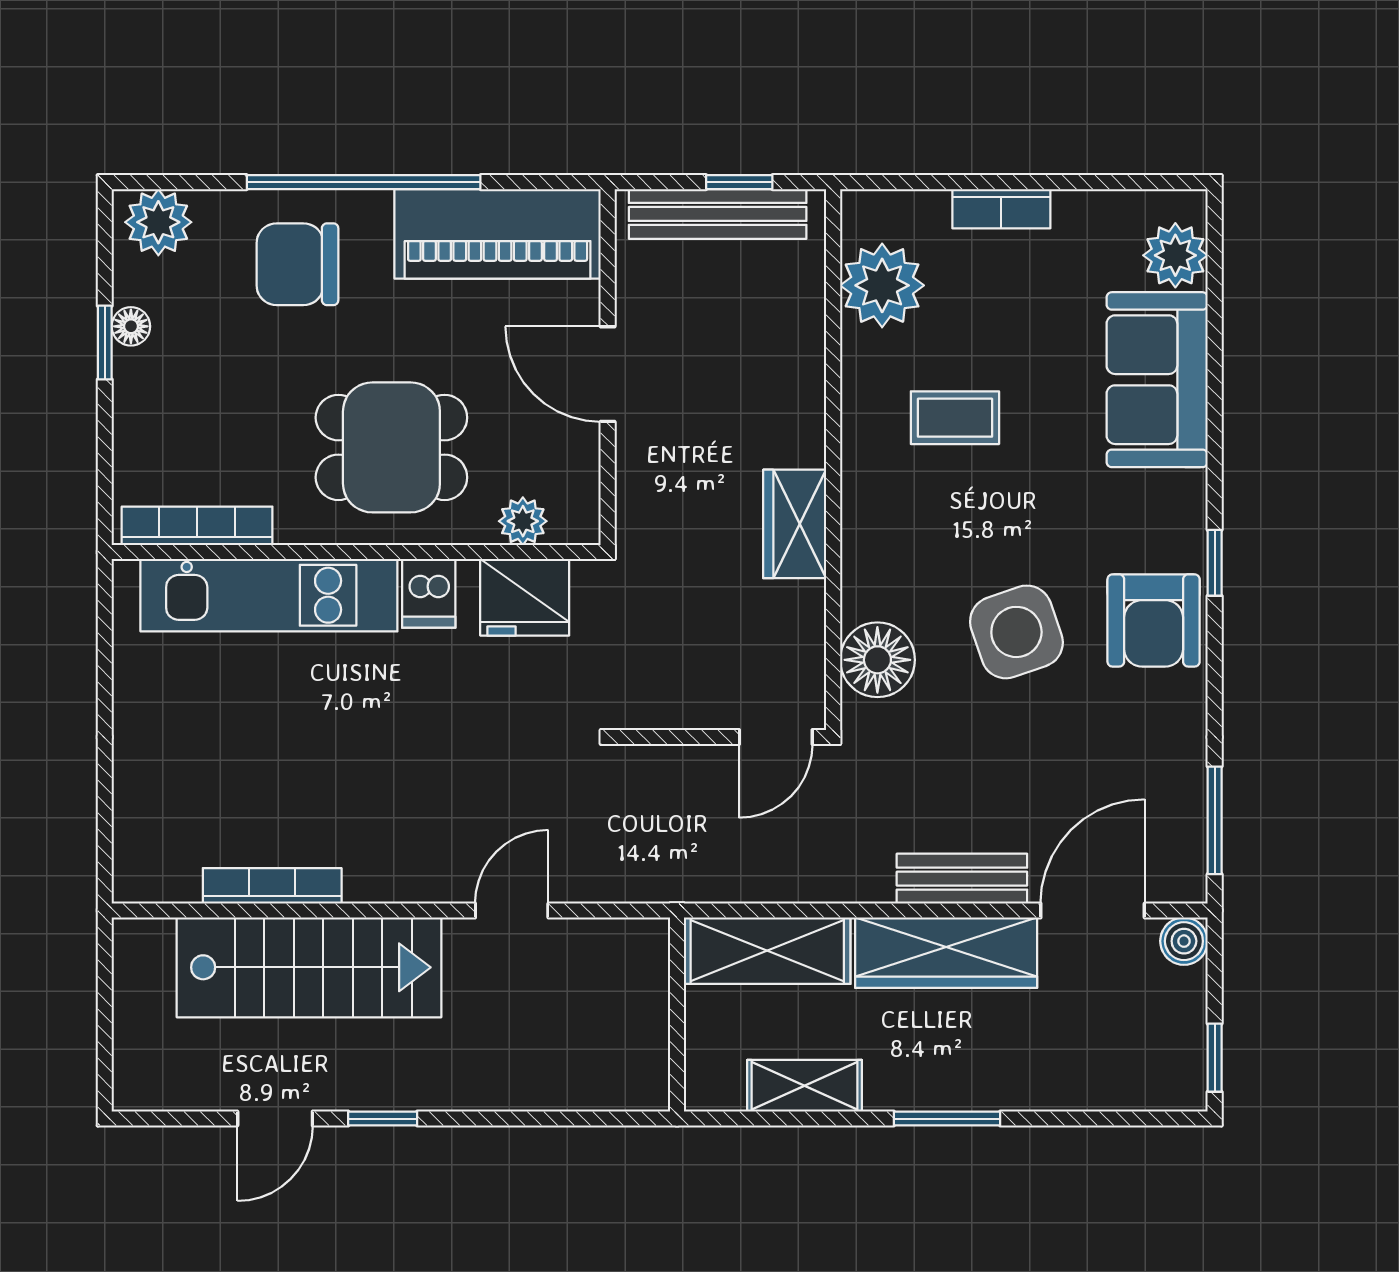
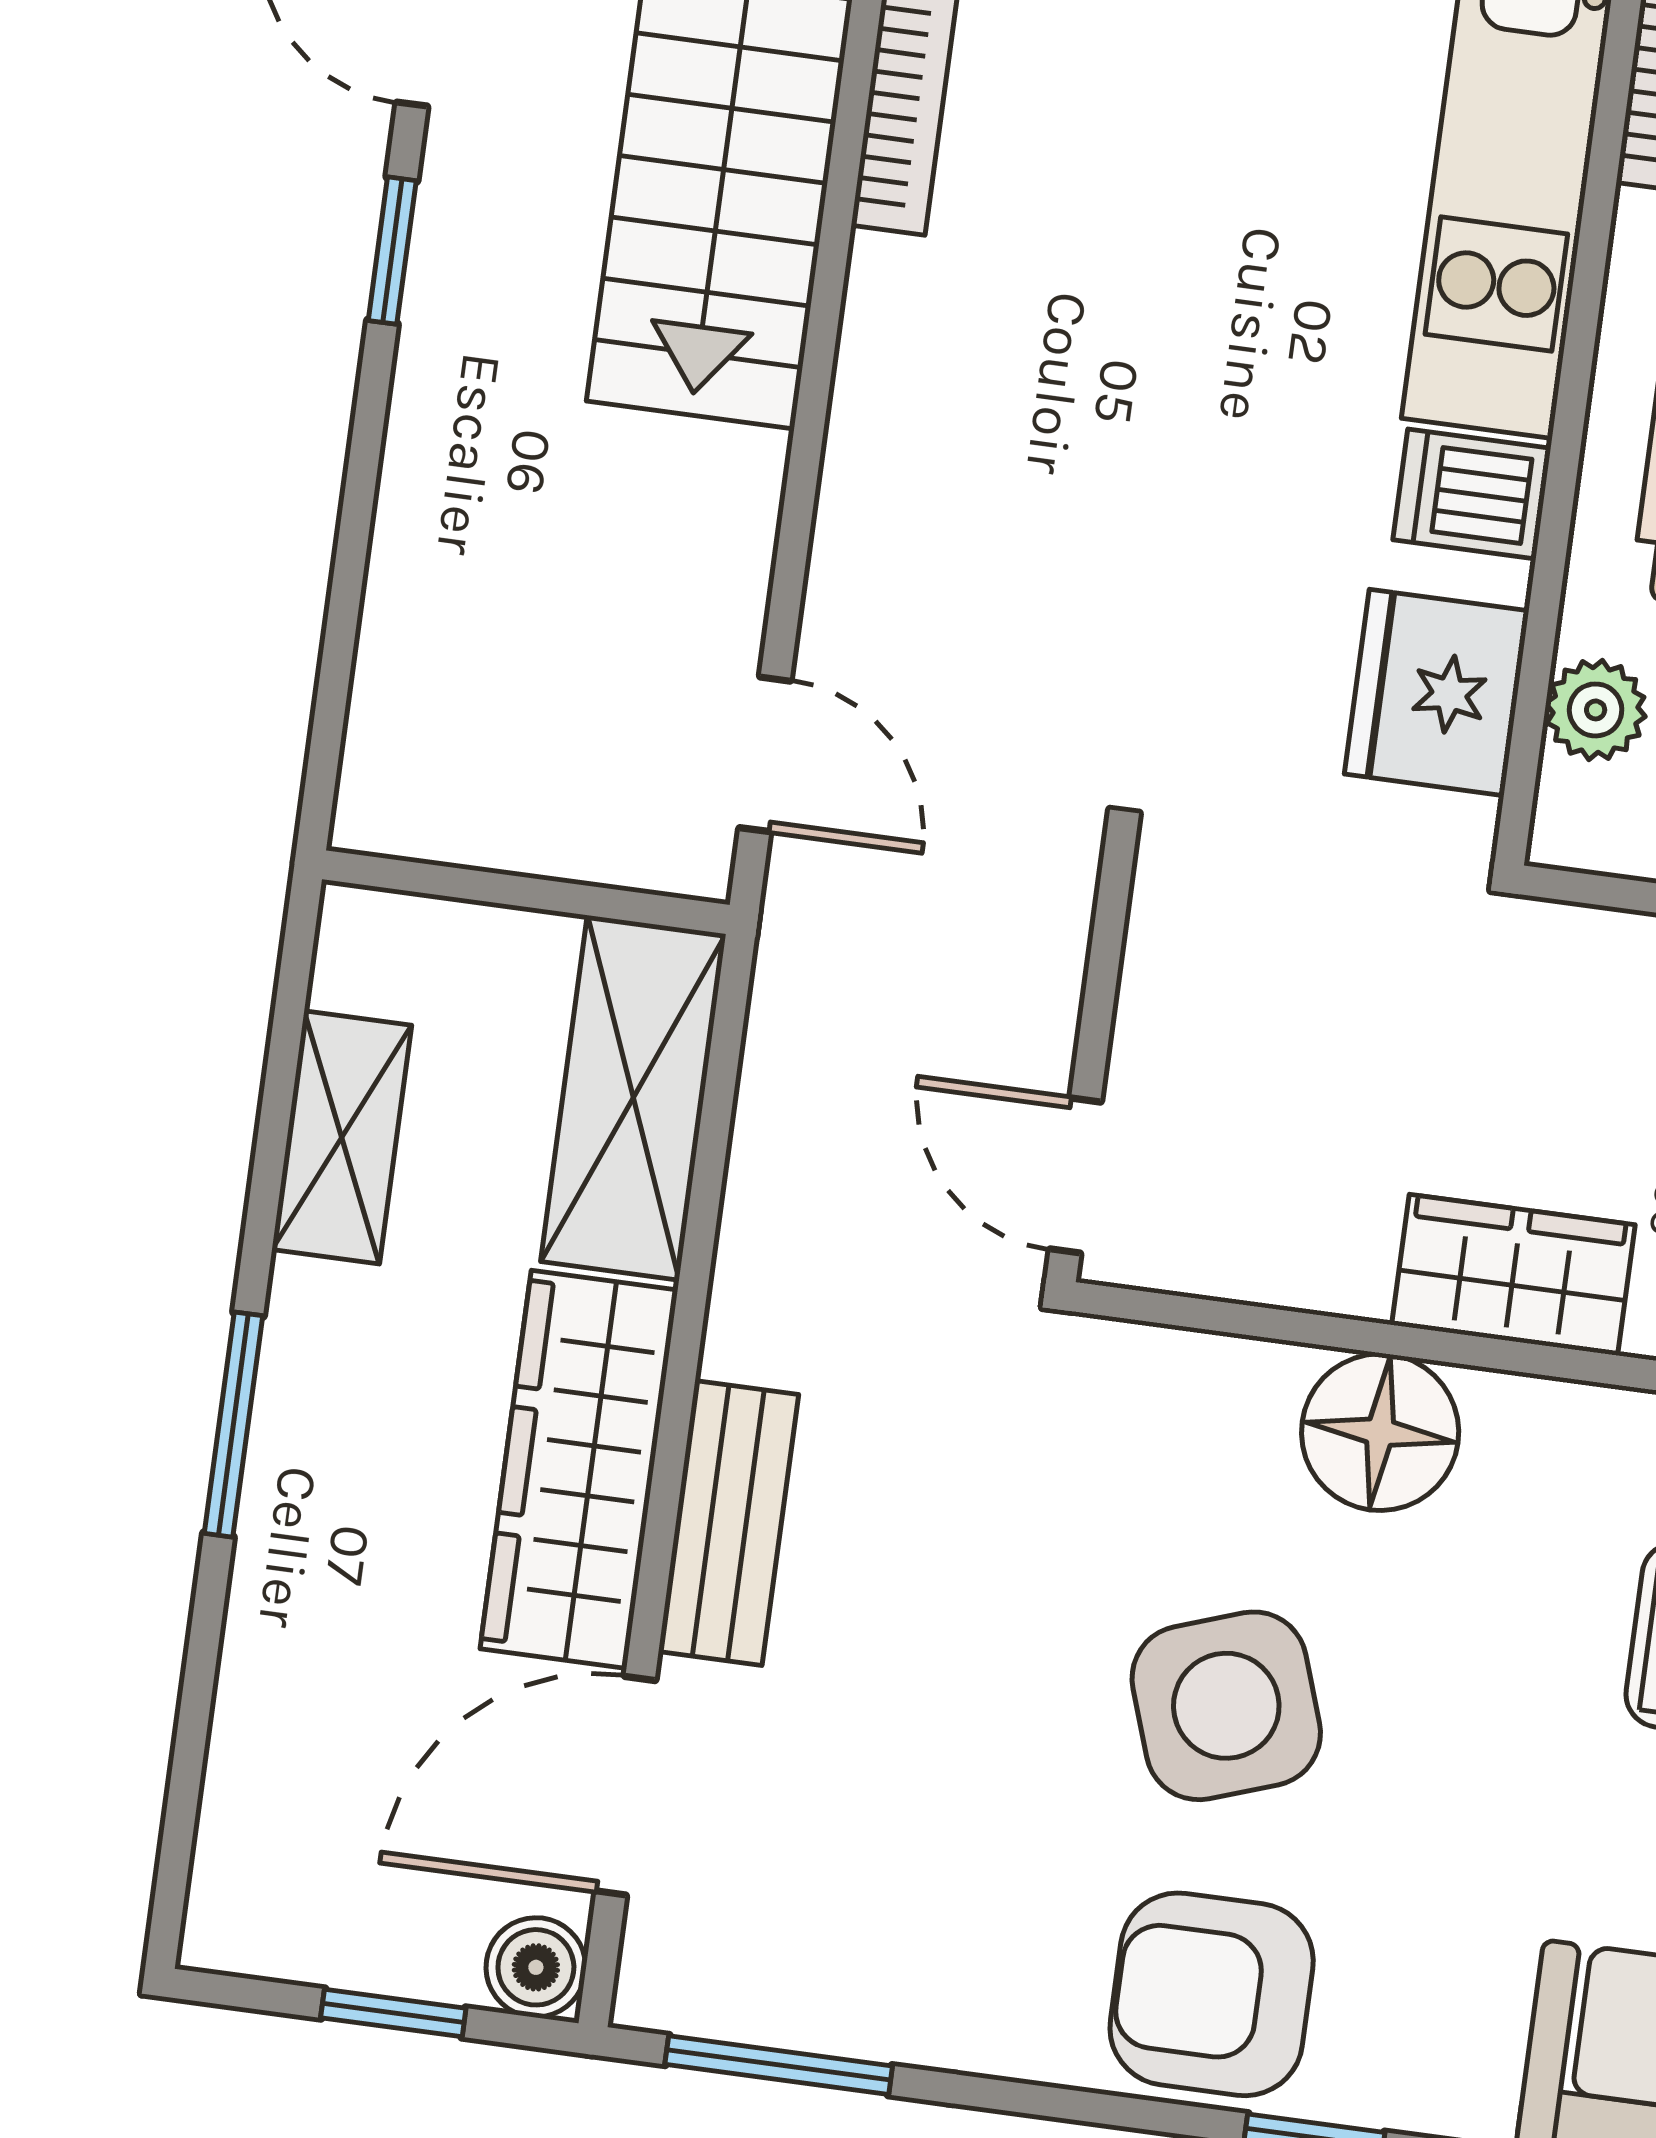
floor lamp: (877, 660) -> (1380, 1432), moved
door: (512, 910) -> (765, 754), moved
door: (1093, 910) -> (625, 1786), swing flipped
window: (1215, 1058) -> (393, 2013), moved

